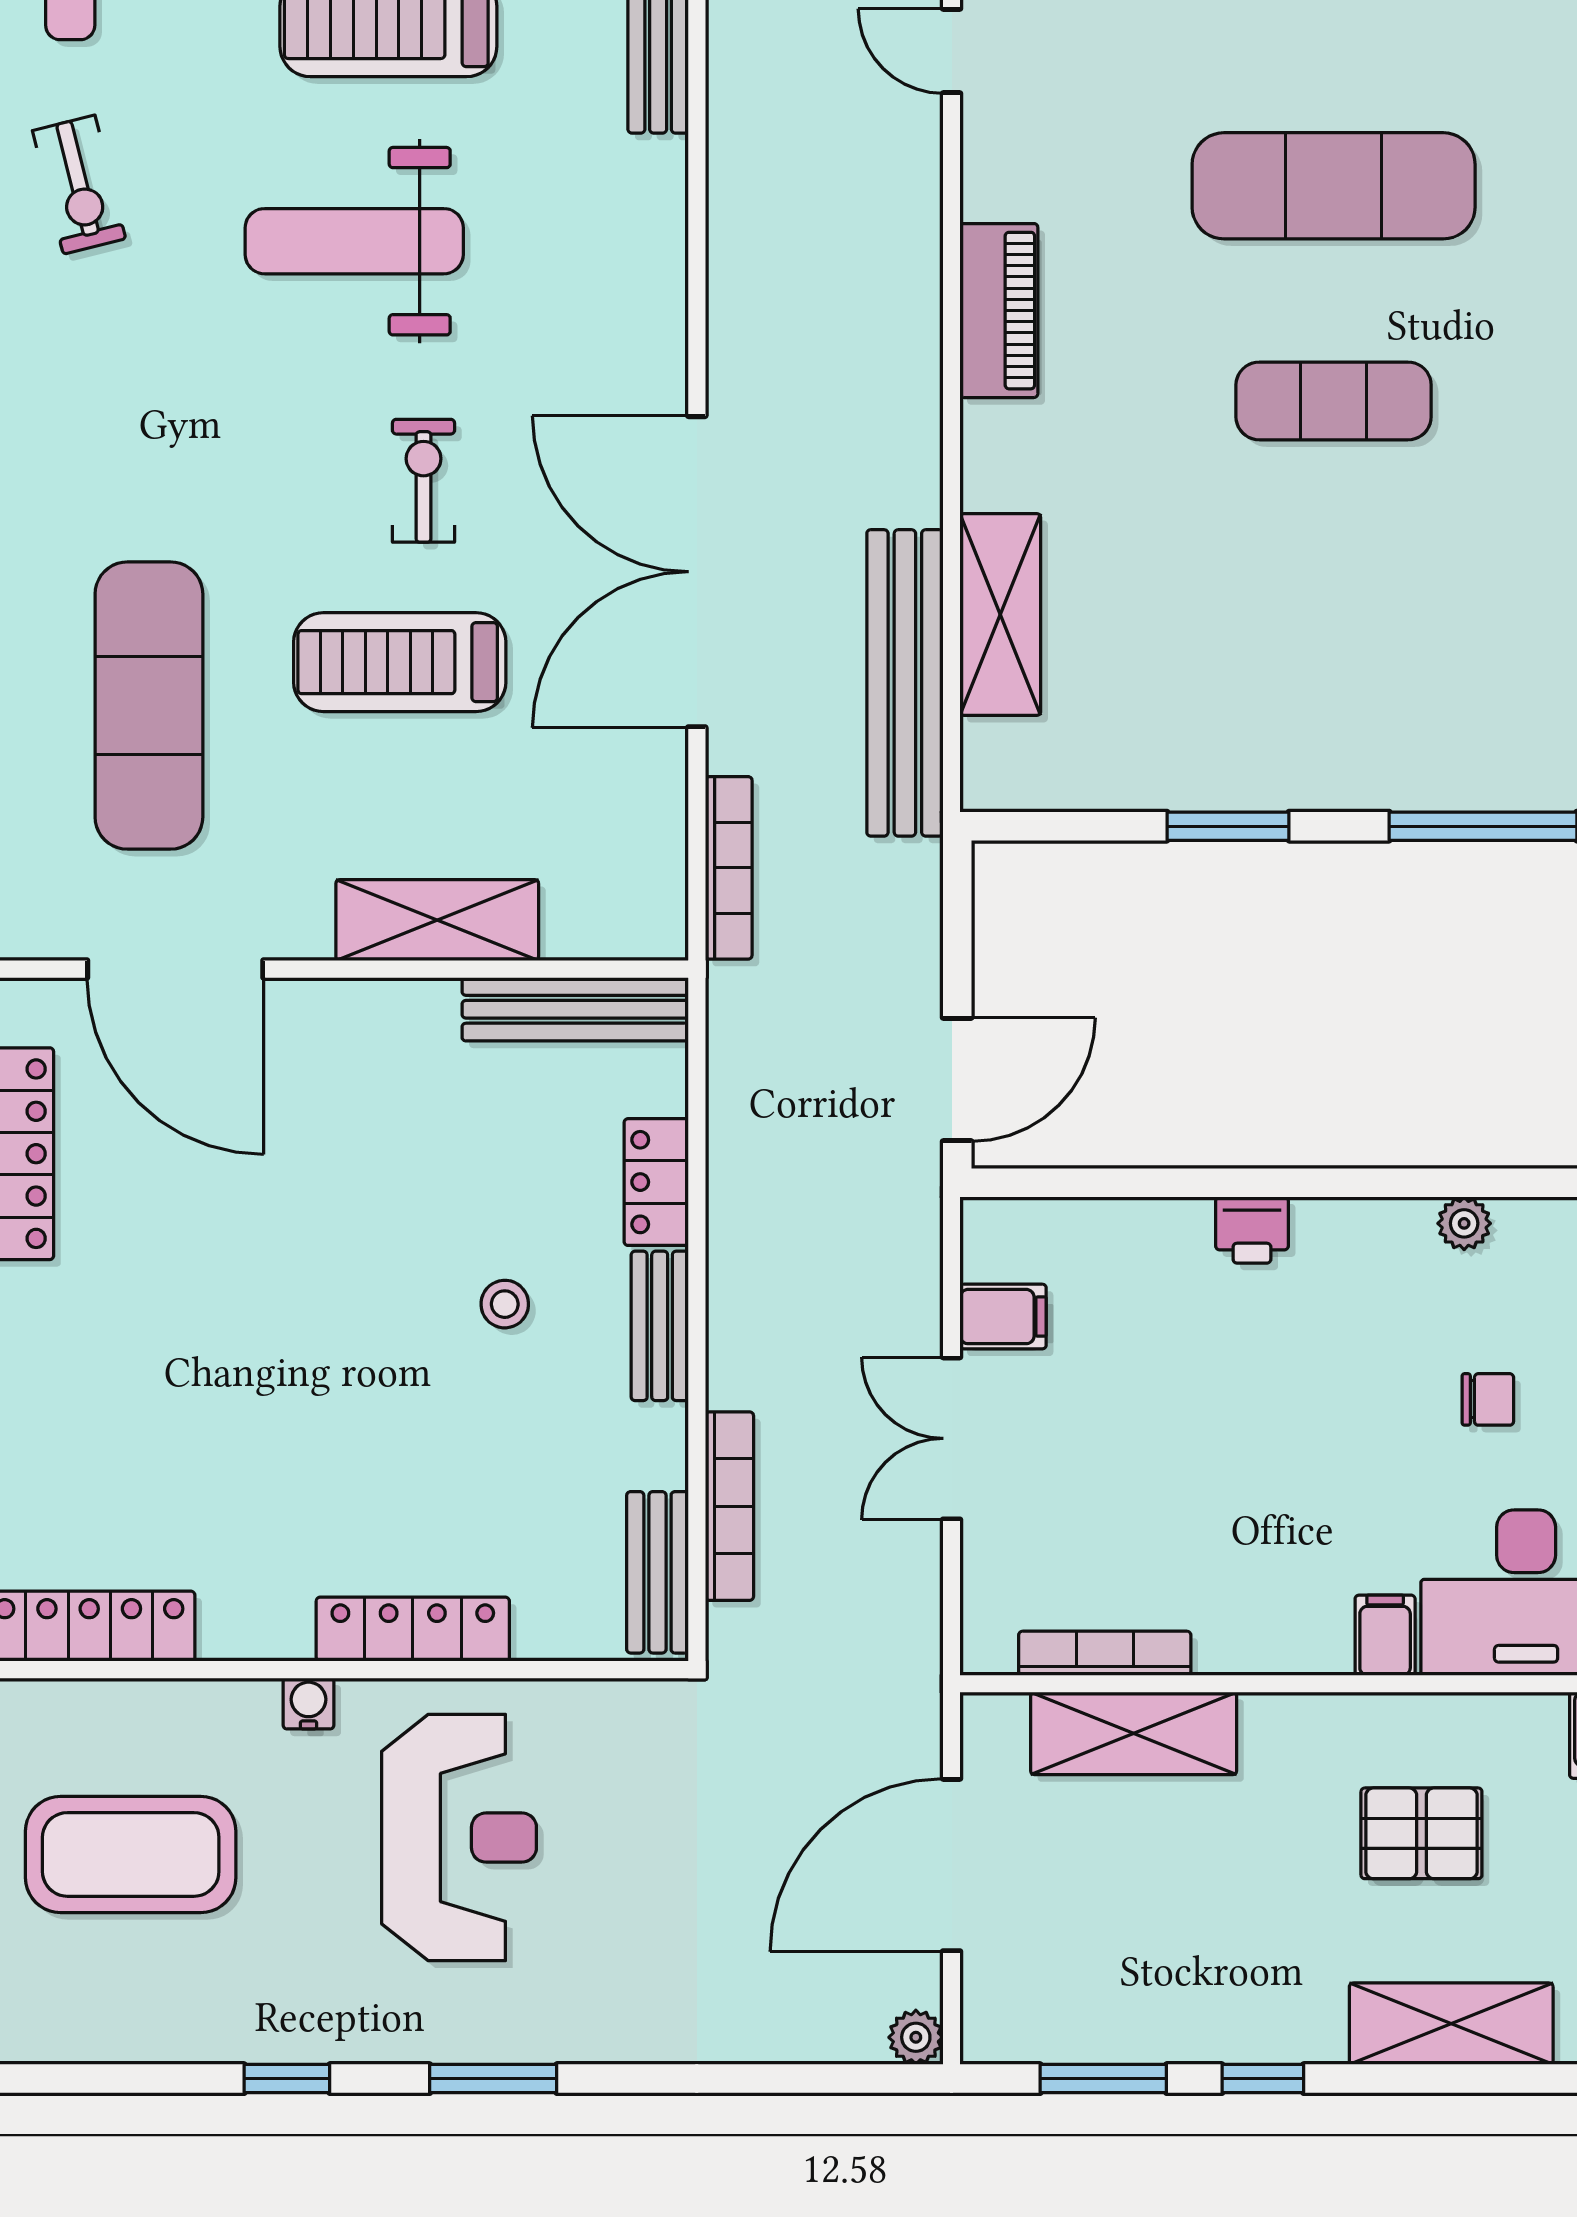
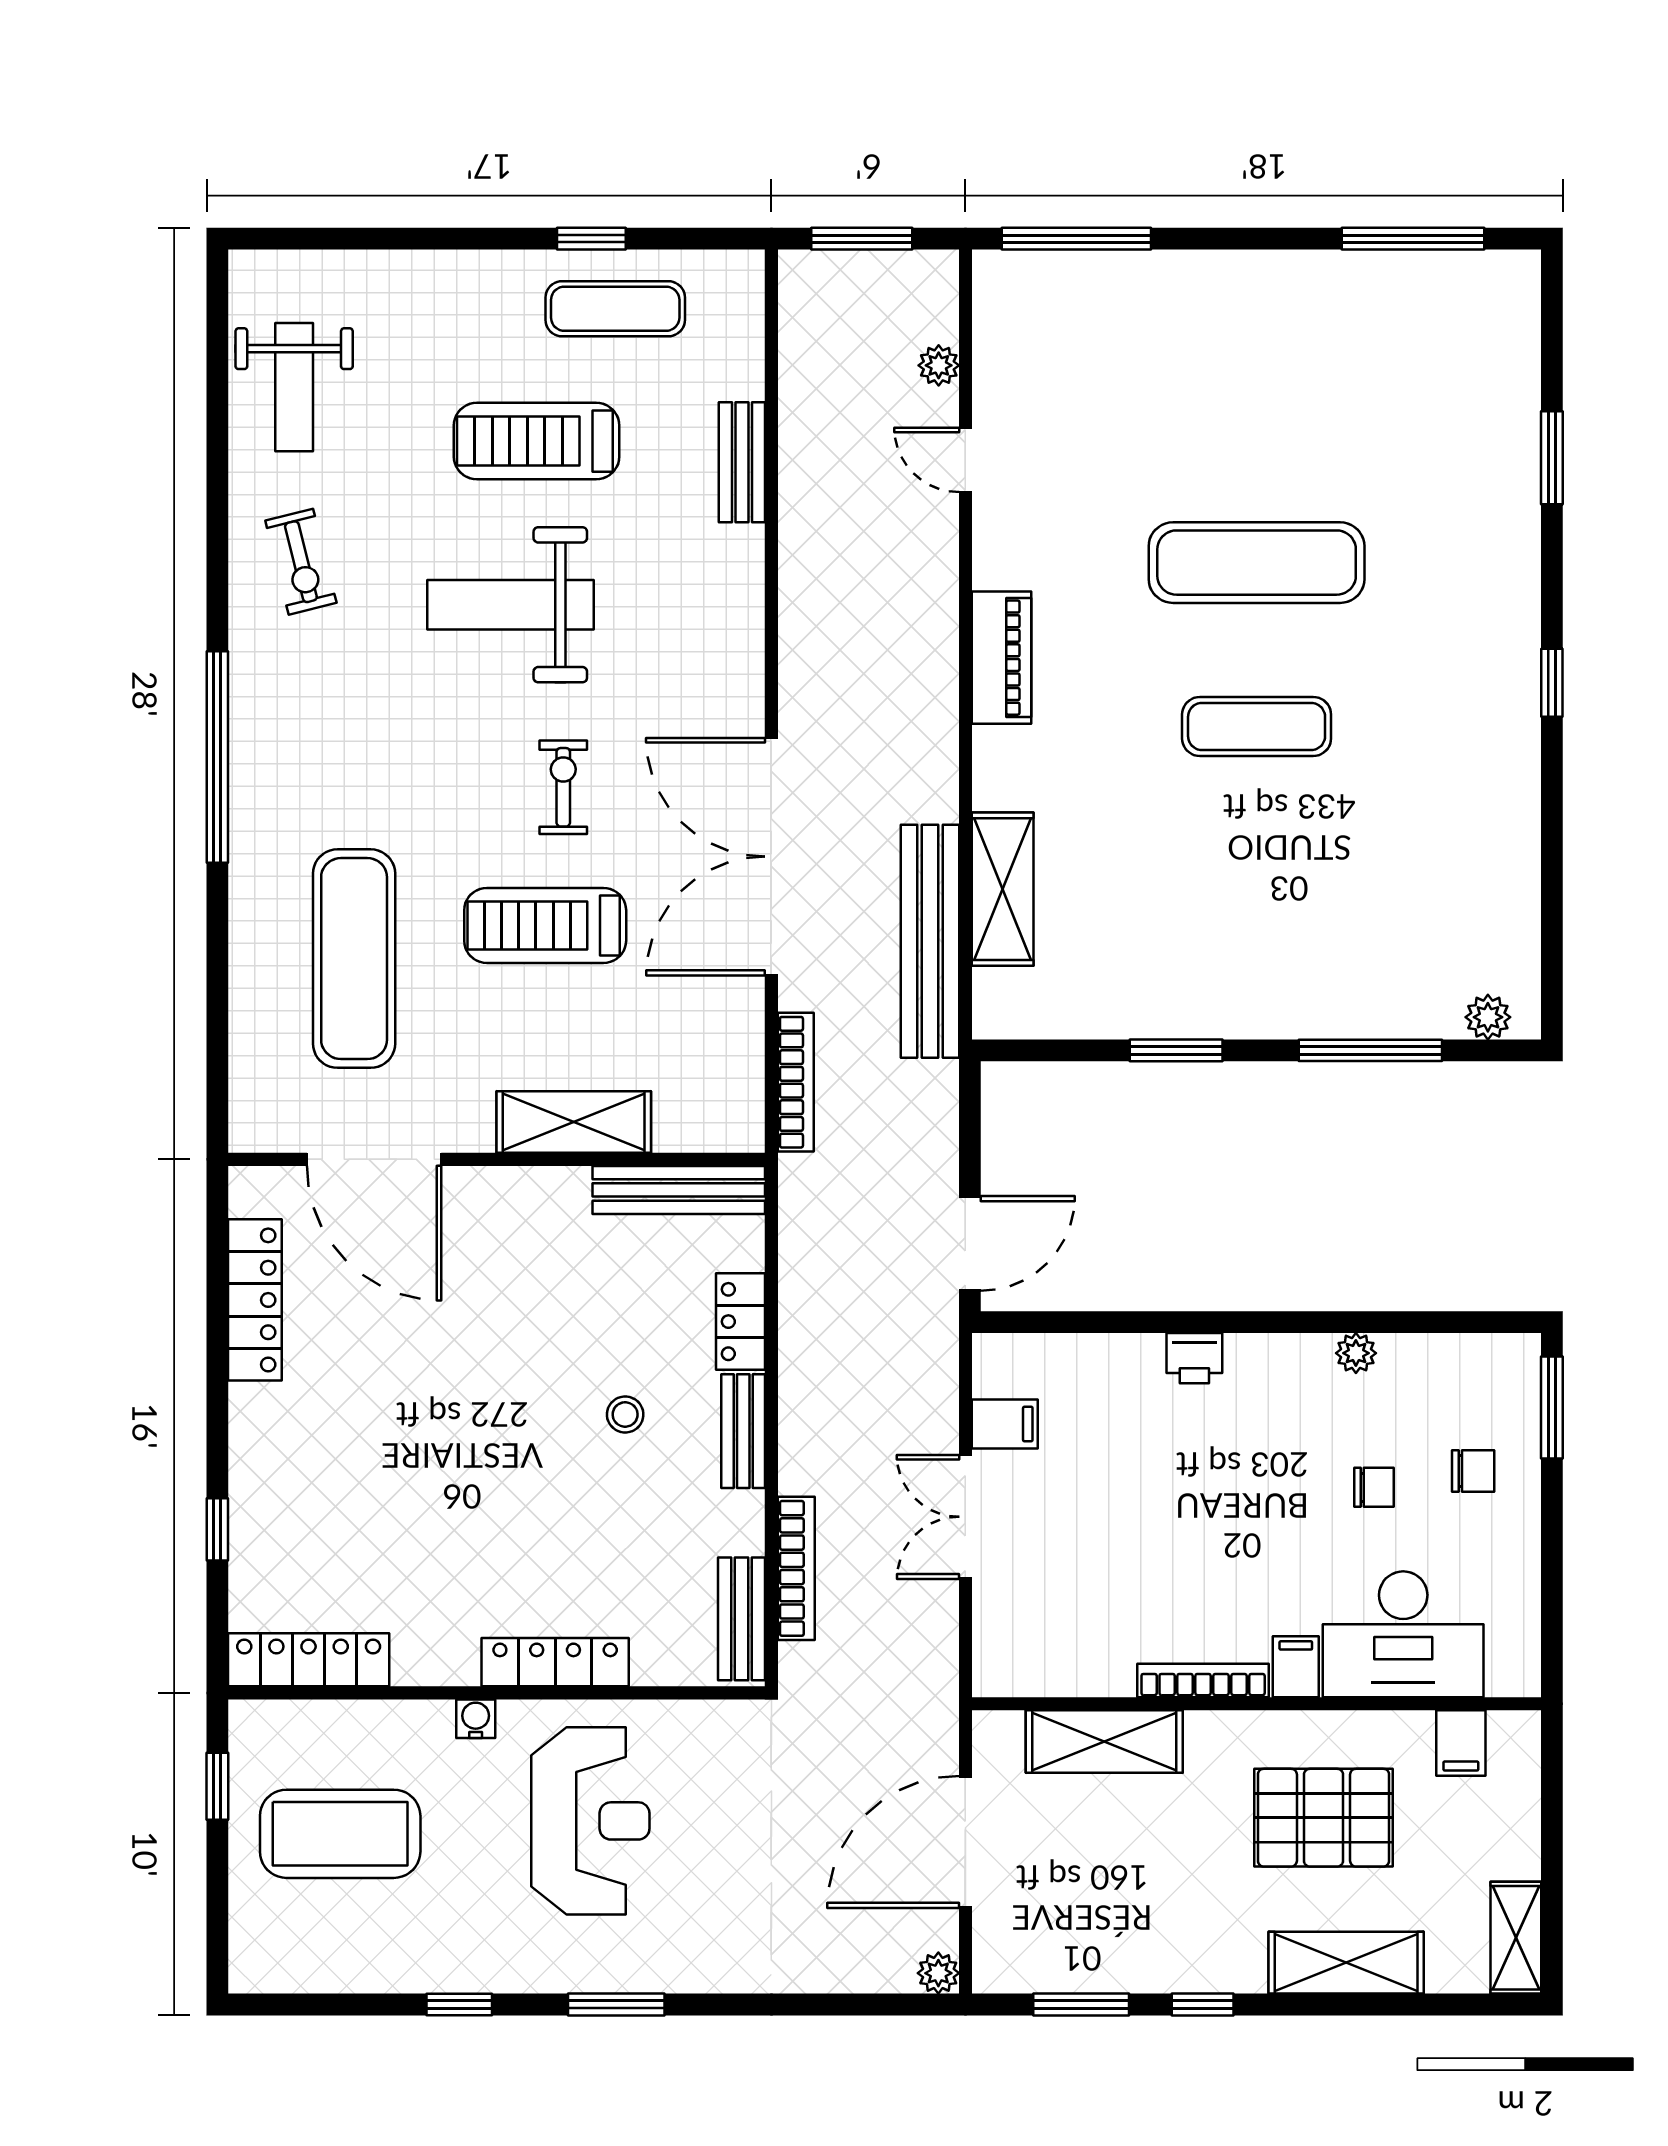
bookcase: (1105, 1653) -> (1203, 1680), moved
pallet: (1421, 1833) -> (1324, 1818), width x1.50, depth x1.42

